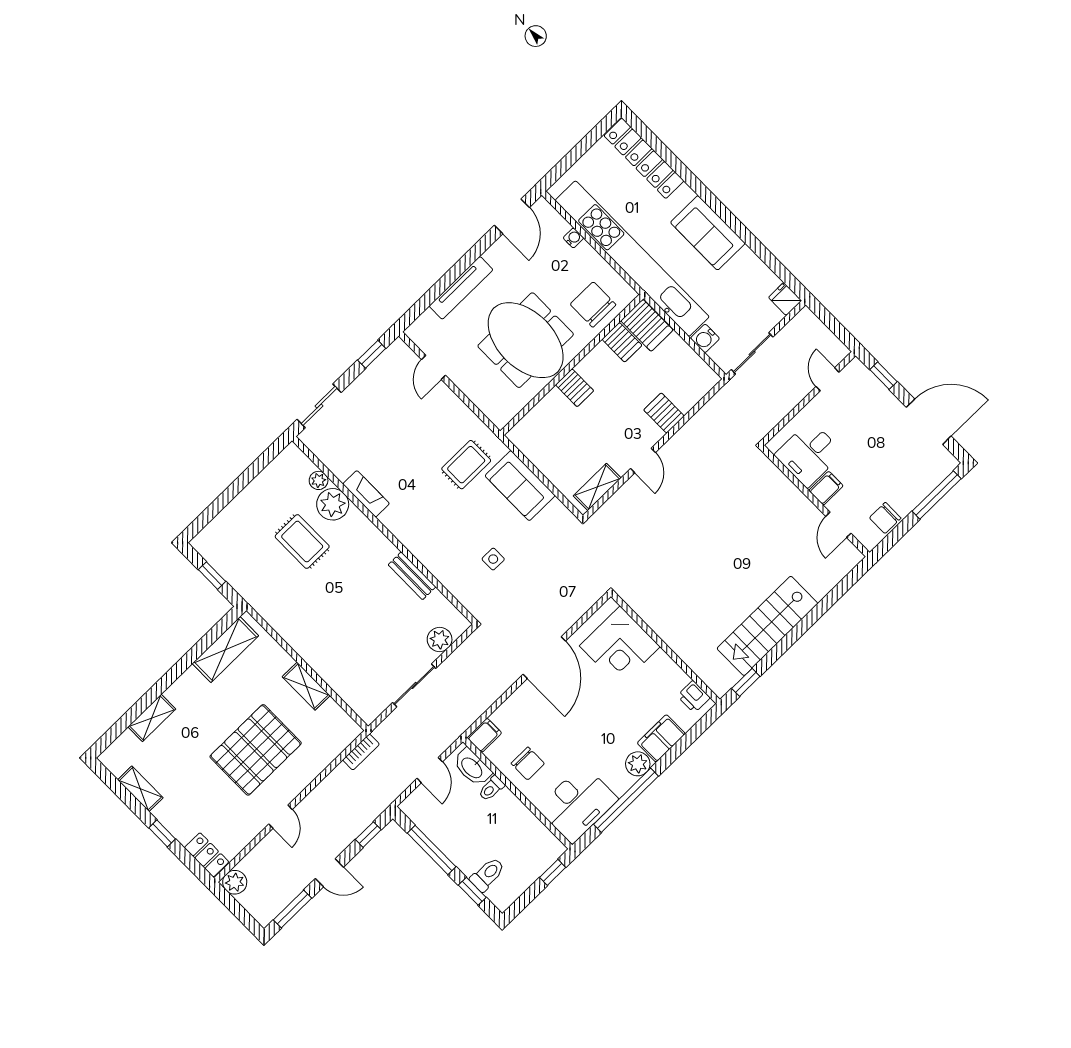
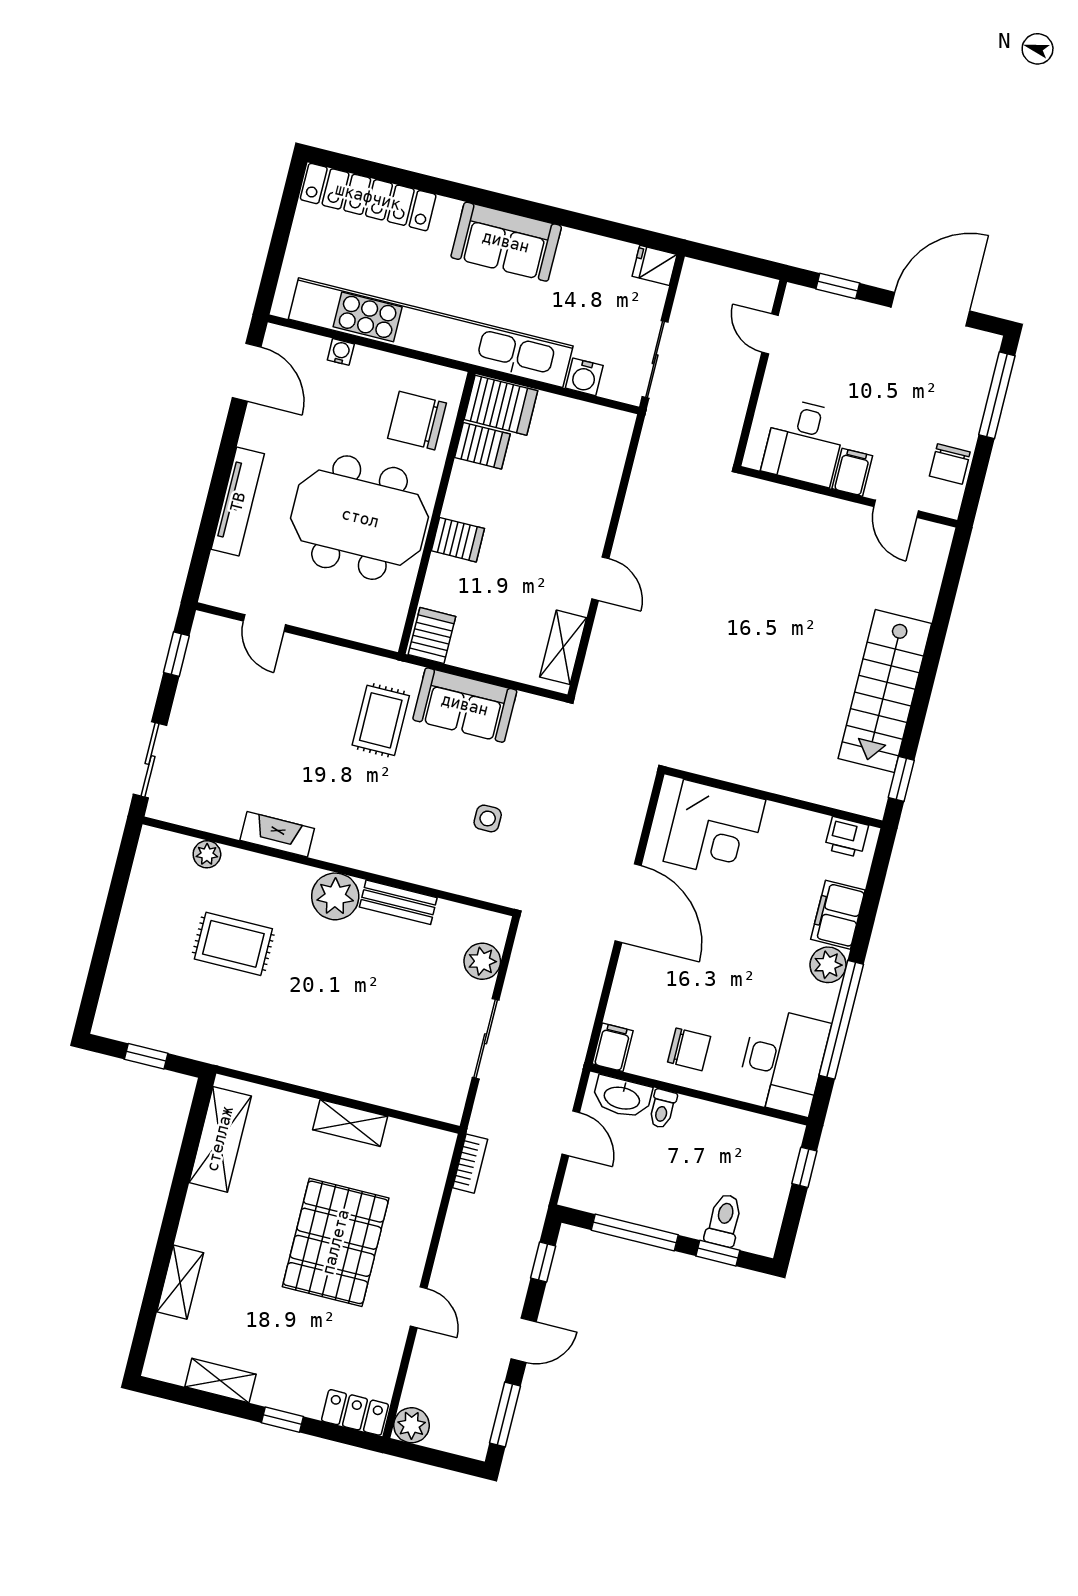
server rack: (664, 413) -> (432, 635), moved, turned 90
plant: (333, 504) -> (335, 896), moved

